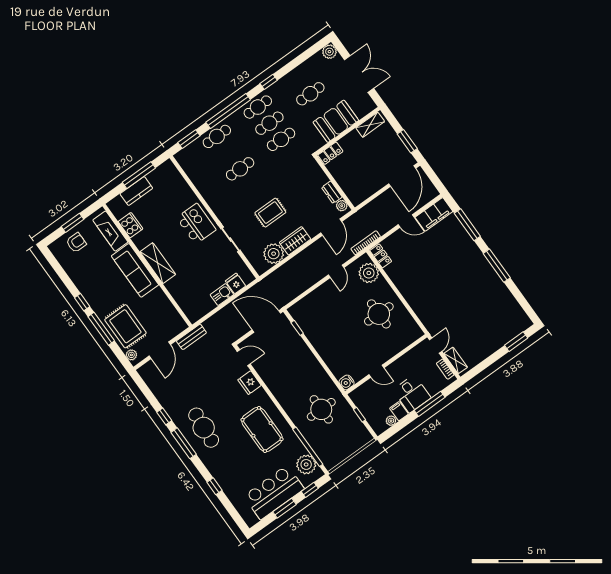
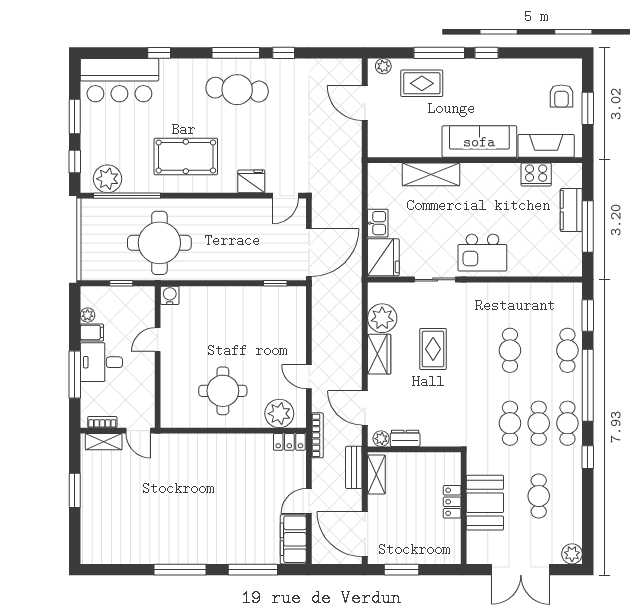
shelving: (370, 125) -> (376, 475), moved
locker: (330, 153) -> (452, 502), moved
shelving: (158, 263) -> (431, 174), moved
fridge: (236, 283) -> (383, 257), width x1.88, depth x1.34
rug: (125, 326) -> (422, 83), width x0.73, depth x0.70
bench: (191, 337) -> (354, 467), moved
window: (516, 342) -> (75, 490), moved
round table: (321, 409) -> (159, 243), width x1.36, depth x1.36
bar counter: (274, 492) -> (119, 80), moved, turned 90

